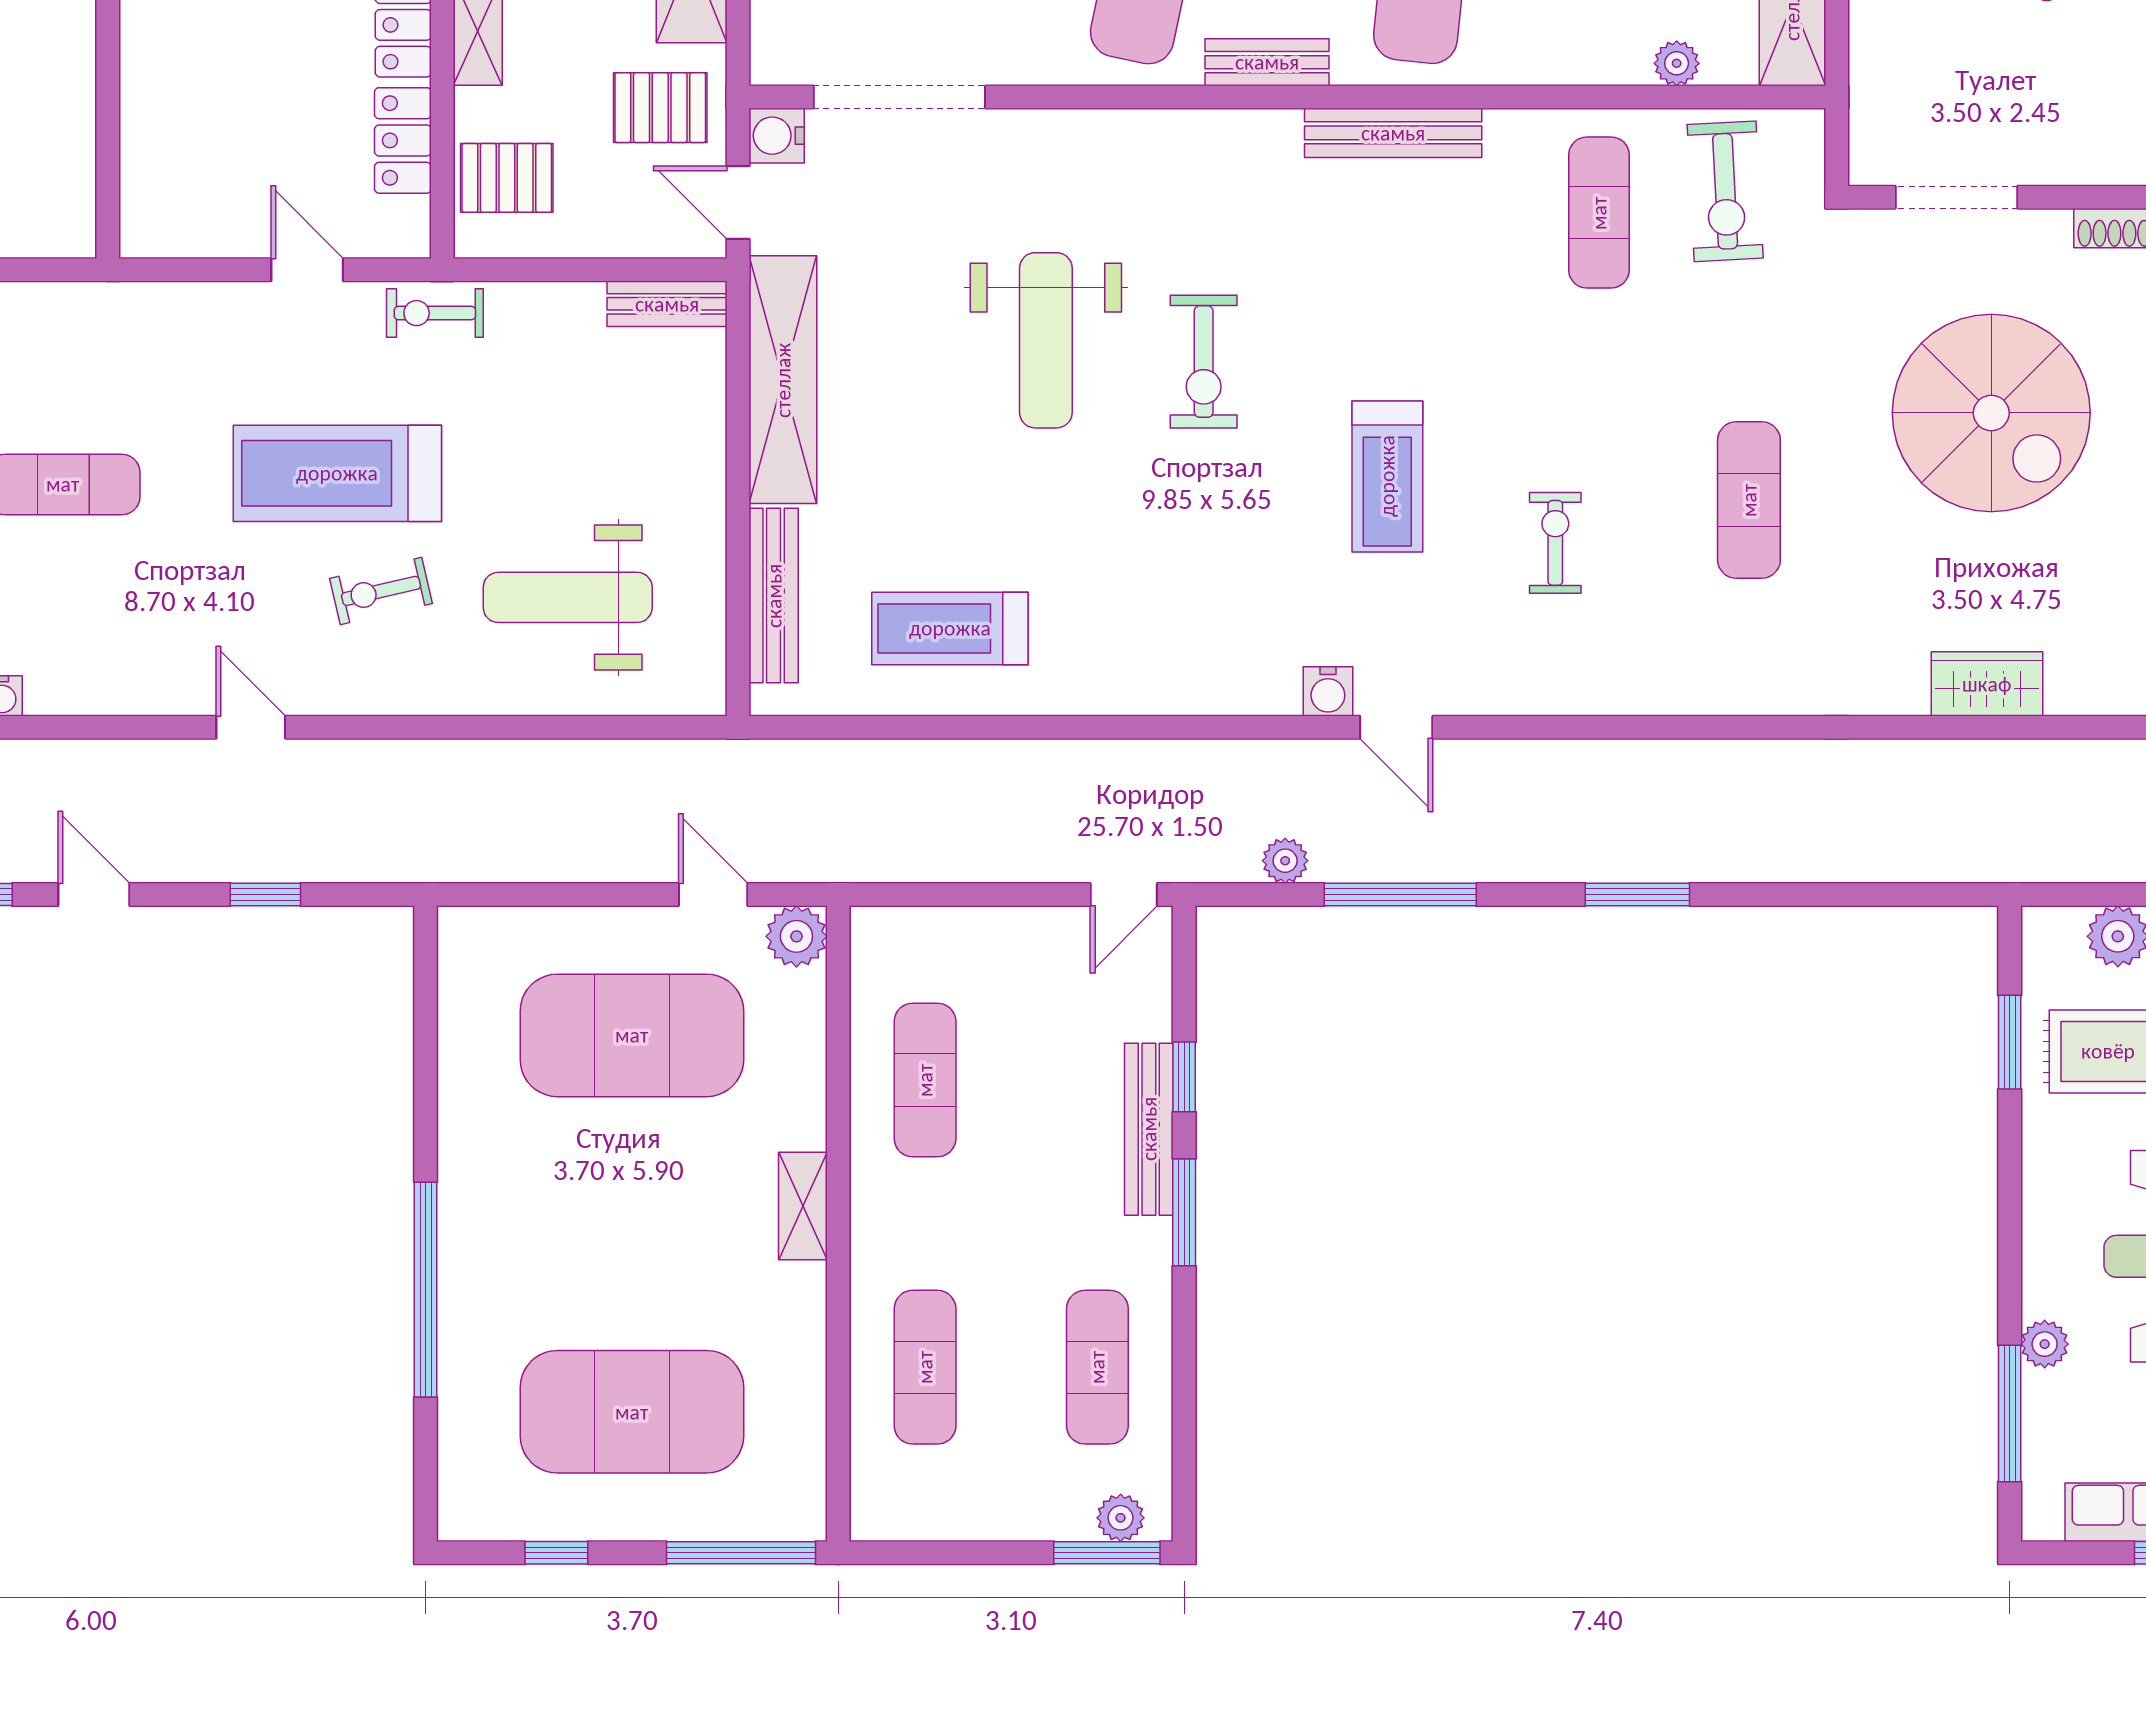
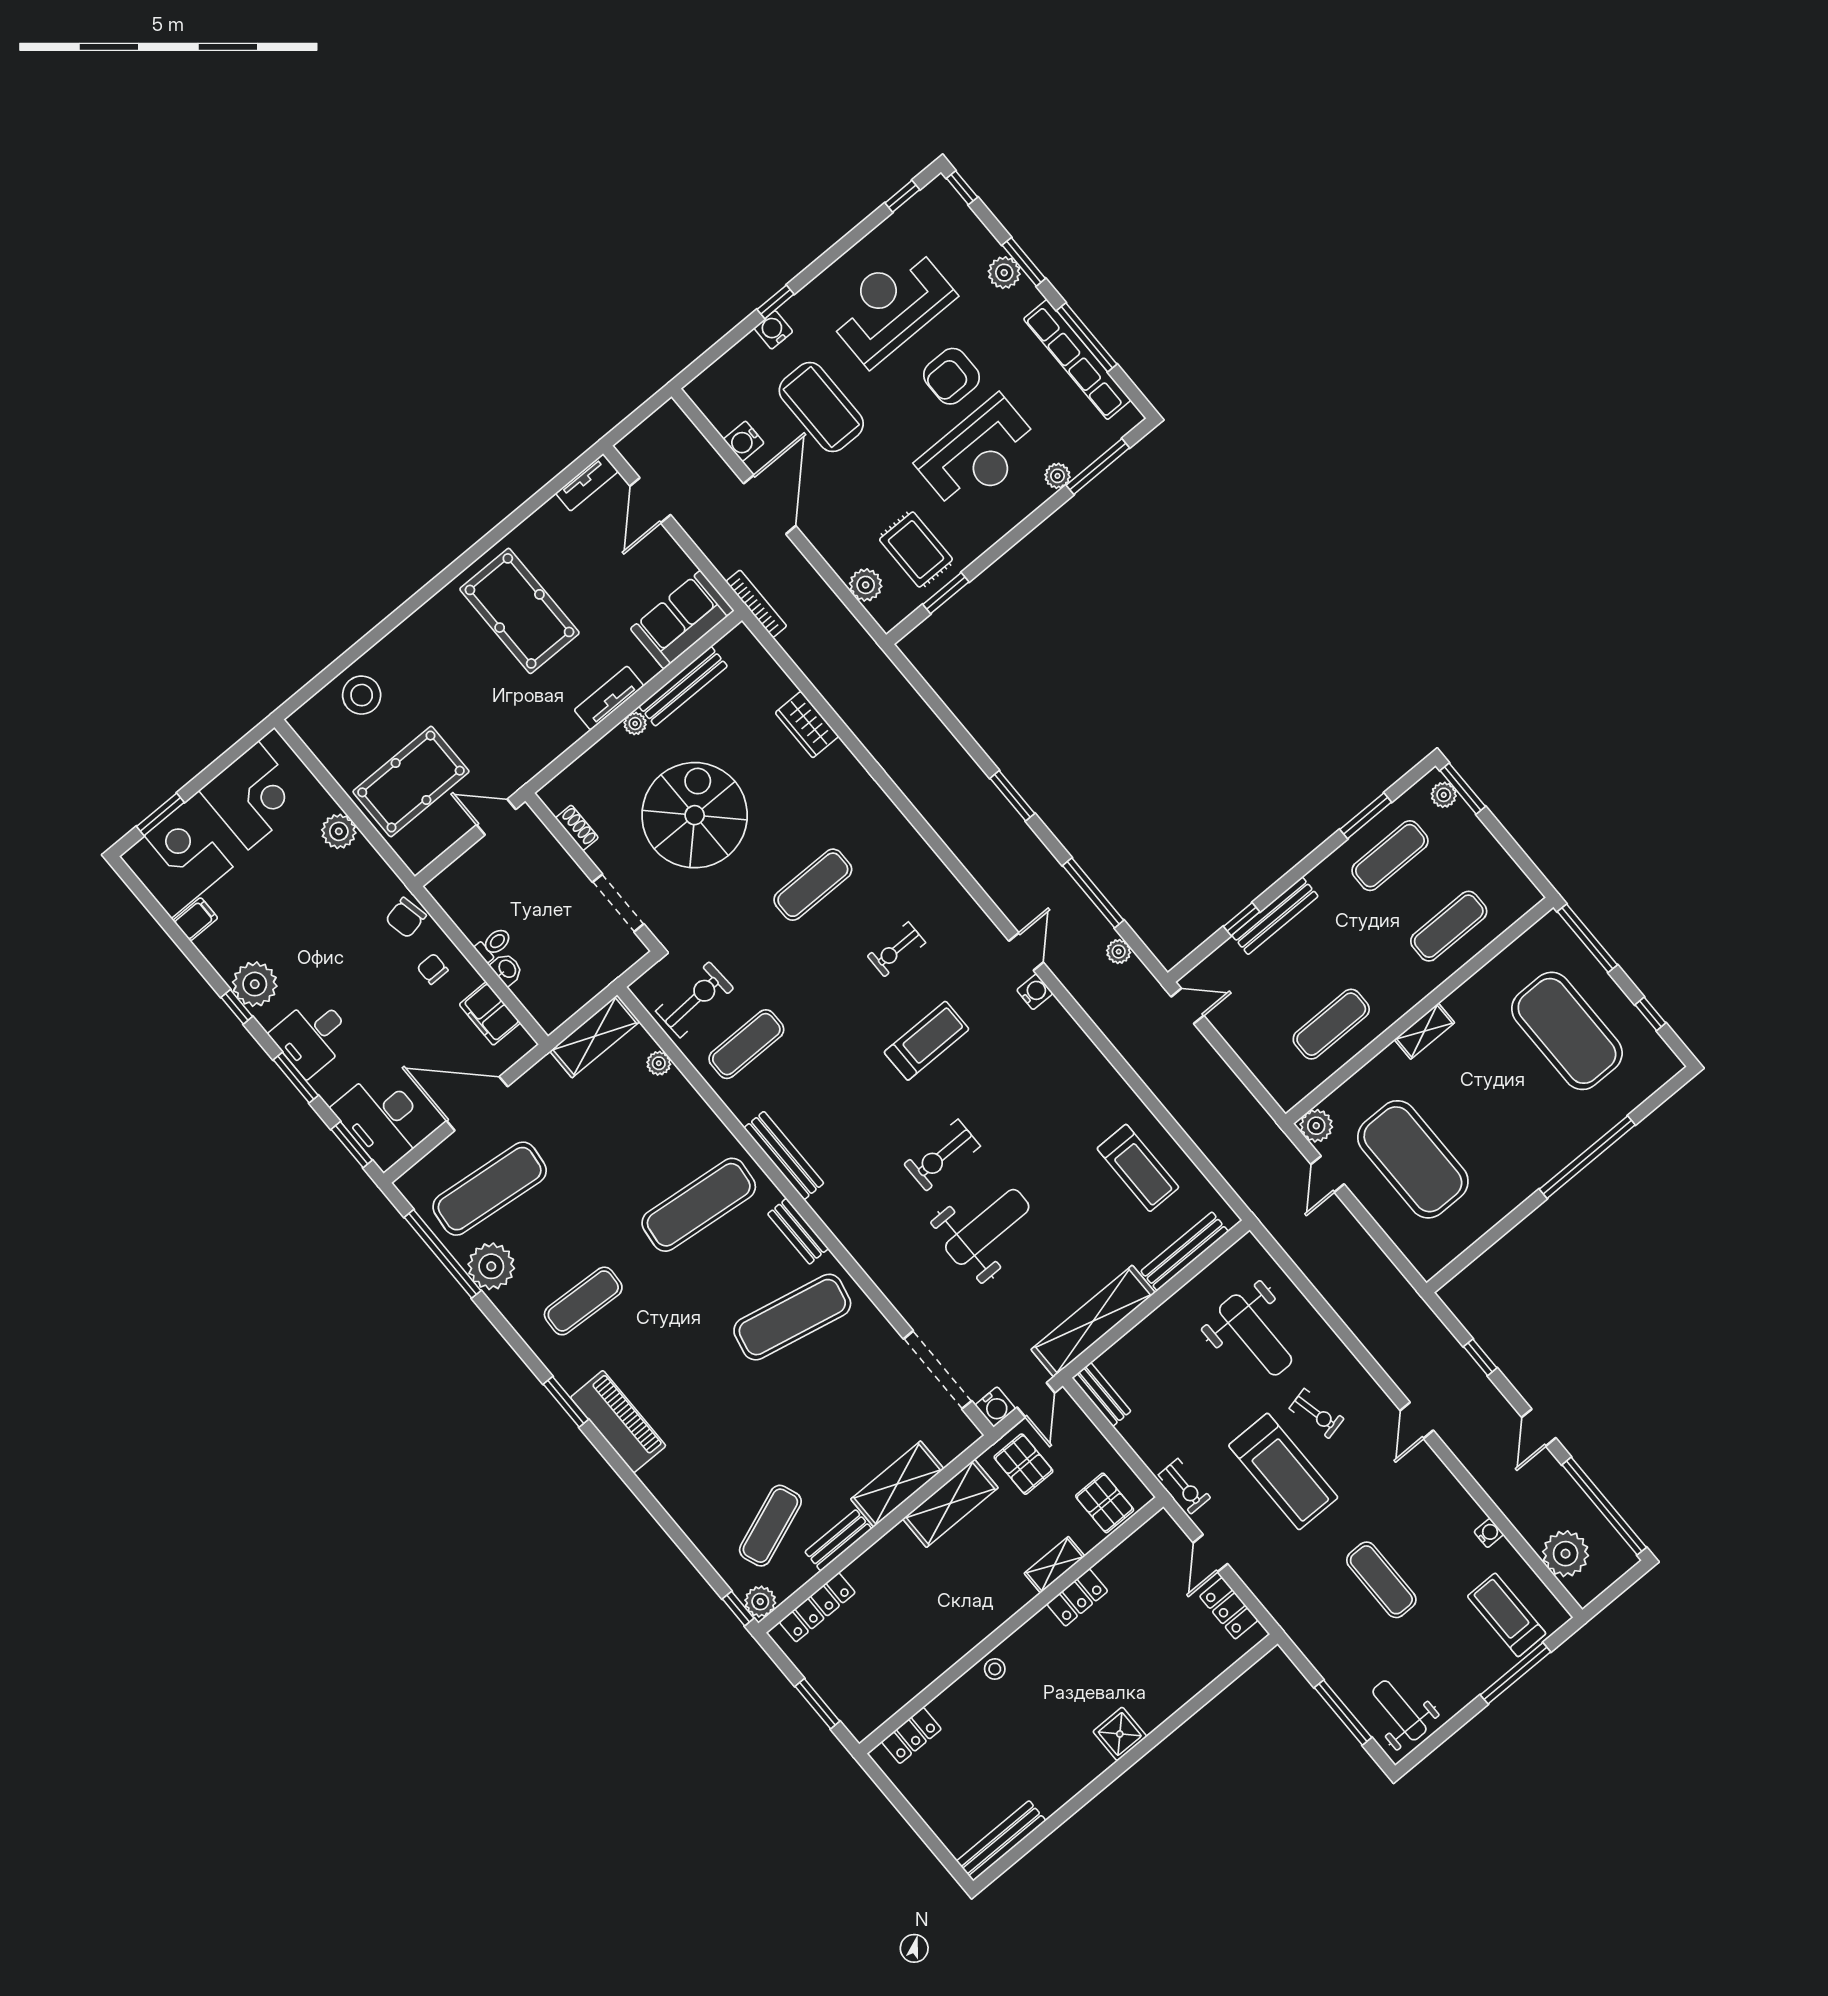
locker: (403, 140) -> (1229, 1608), moved, turned 90
exercise bike: (1204, 362) -> (942, 1155), turned 180
window: (1184, 1212) -> (1366, 816), moved

